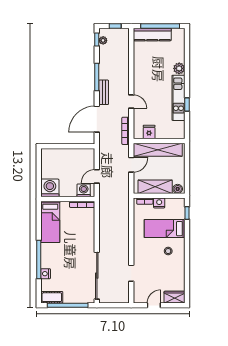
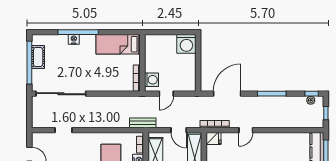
bench: (104, 92) -> (143, 123), moved
door: (97, 119) -> (227, 94), hinge flipped
fridge: (149, 132) -> (213, 139), moved
door: (97, 176) -> (166, 94), swing flipped
washing machine: (50, 188) -> (186, 44), moved, turned 90
nightstand: (46, 274) -> (74, 39), moved
cot: (52, 297) -> (38, 57), moved

